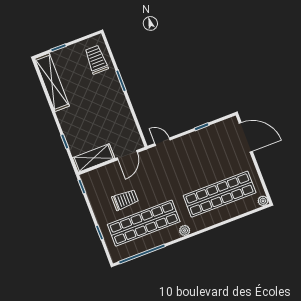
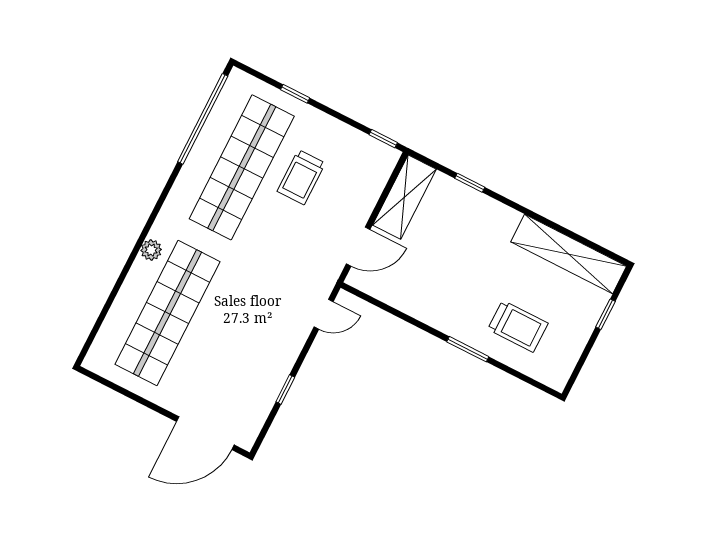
trolley: (96, 60) -> (518, 326), moved
door: (127, 155) -> (358, 247), swing flipped
plant: (263, 201) -> (94, 362), removed
plant: (185, 230) -> (151, 250), moved

